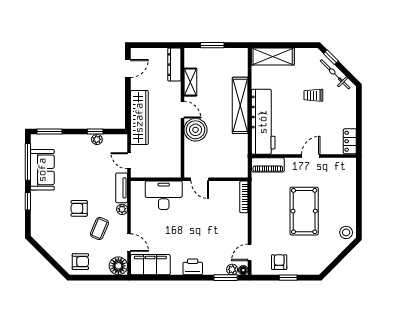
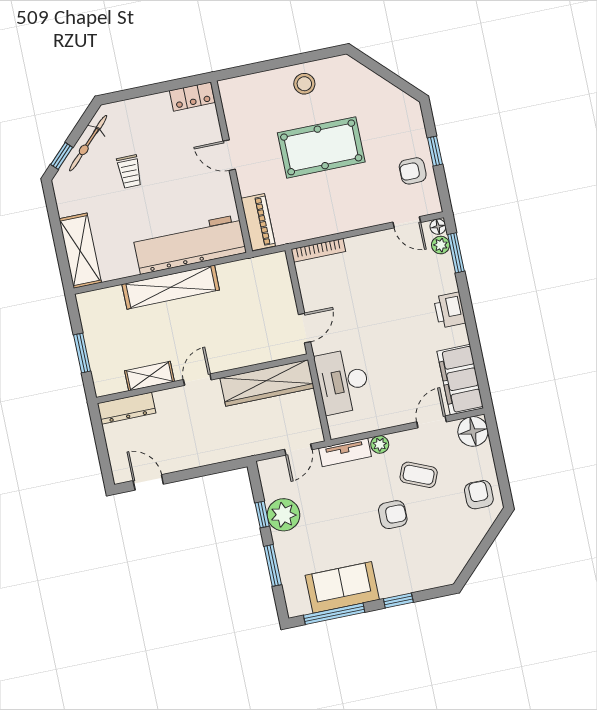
wardrobe: (139, 118) -> (267, 383), moved, turned 180
boiler: (196, 130) -> (226, 352), removed
window: (49, 132) -> (273, 565), moved
plant: (97, 139) -> (283, 515), width x1.87, depth x1.87
armchair: (79, 208) -> (393, 515), turned -90
stool: (346, 232) -> (304, 84), moved

